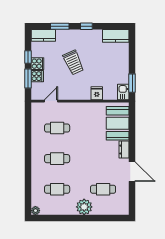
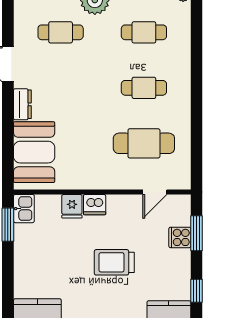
window: (28, 57) -> (197, 291), moved
trolley: (73, 62) -> (114, 262), turned -66
cooker: (37, 64) -> (180, 260), removed
dishwasher: (84, 94) -> (95, 205), added
cafe table: (57, 128) -> (144, 143), width x1.37, depth x1.35

